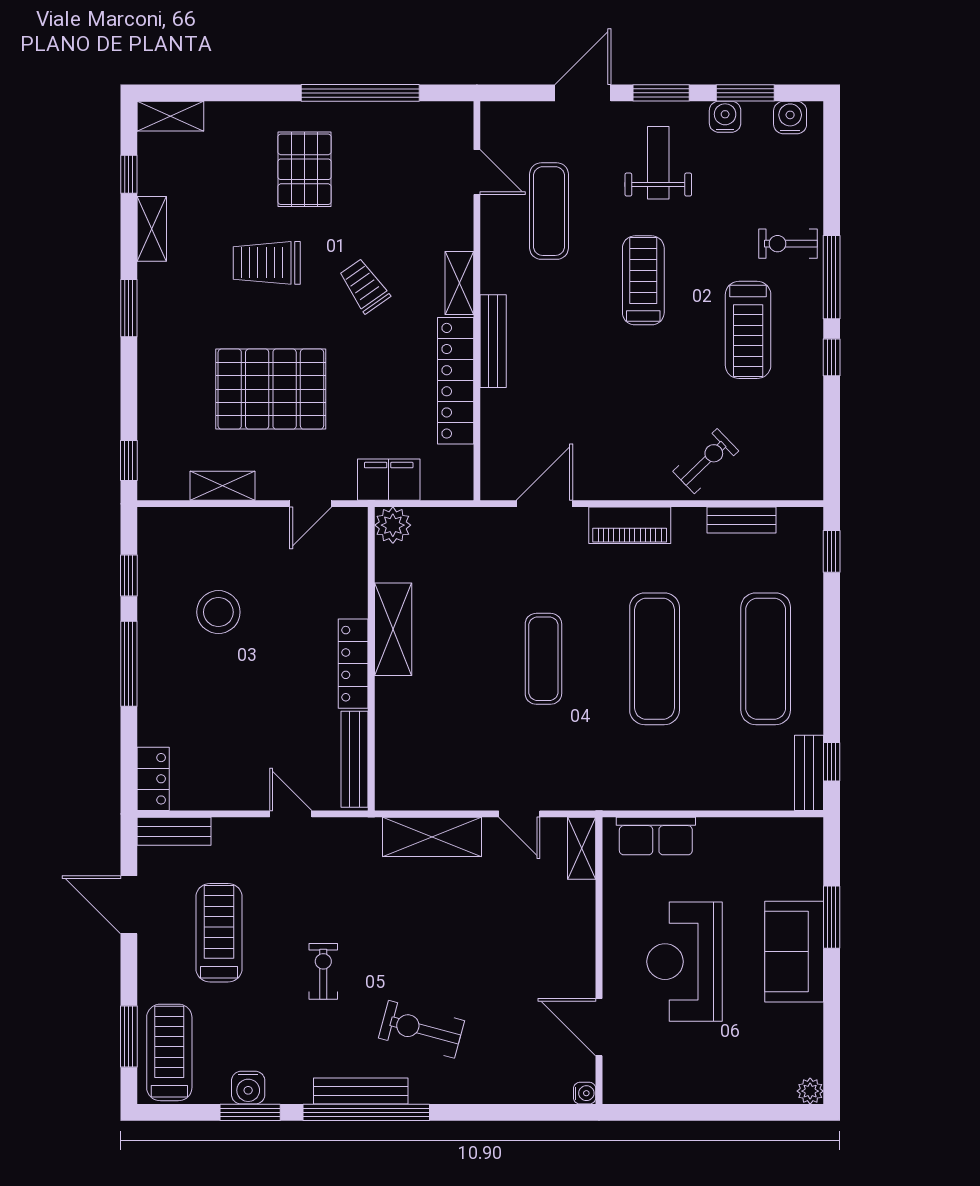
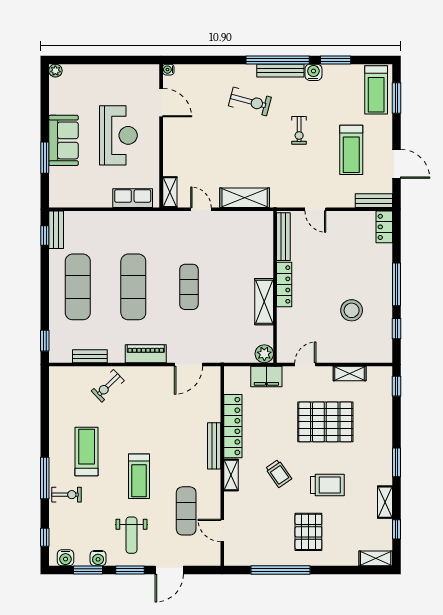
window: (832, 357) -> (45, 537), moved
water cooler: (248, 1088) -> (313, 72), moved

